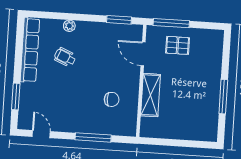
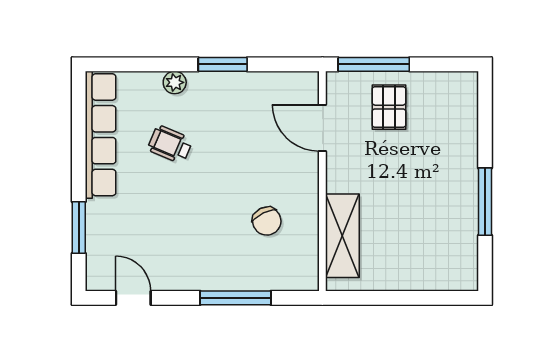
window: (119, 20) -> (223, 64), moved
pallet: (178, 45) -> (389, 107), turned 90
shelving: (151, 95) -> (342, 236), moved
chair: (112, 99) -> (267, 221), turned 64

